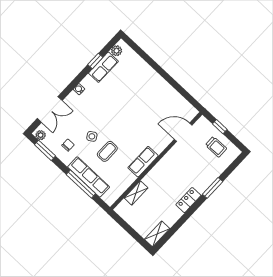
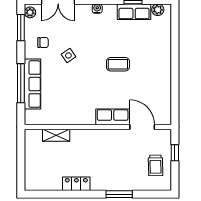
coffee table: (107, 151) -> (118, 64), moved
row of seats: (143, 162) -> (113, 117), moved
locker: (188, 200) -> (76, 184), moved
shelving: (157, 234) -> (39, 184), removed

